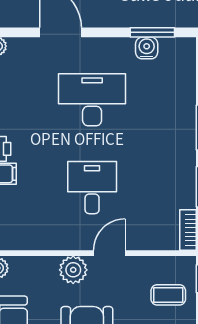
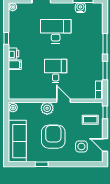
door: (109, 253) -> (64, 101), hinge flipped

